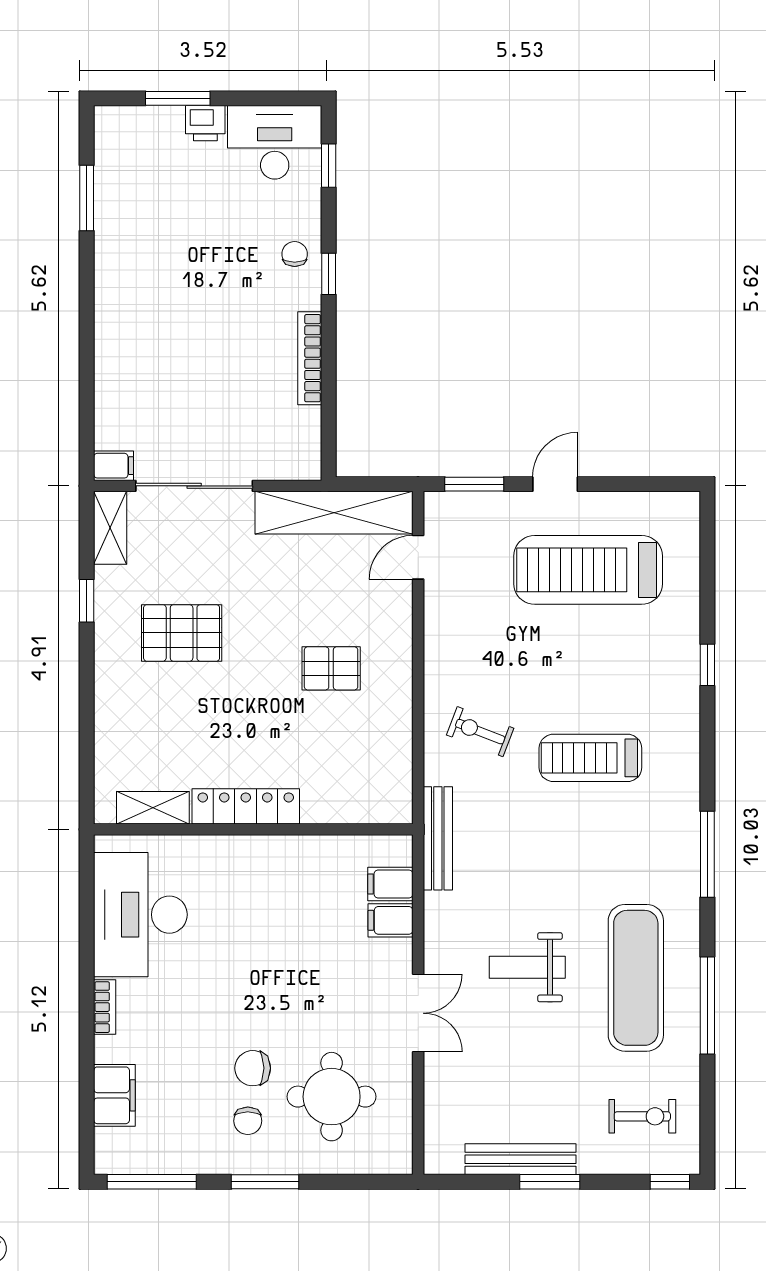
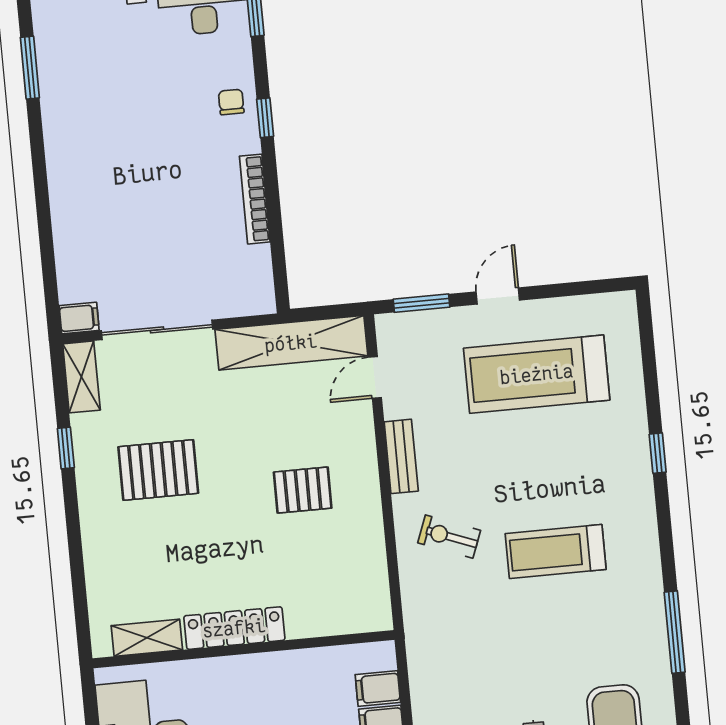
bench: (438, 838) -> (401, 456), moved, width x0.73

